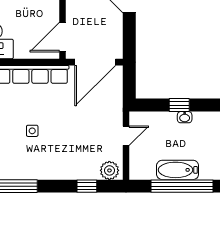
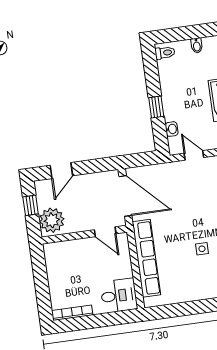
door: (62, 37) -> (105, 232), width x0.73
washbasin: (185, 117) -> (172, 129), moved

